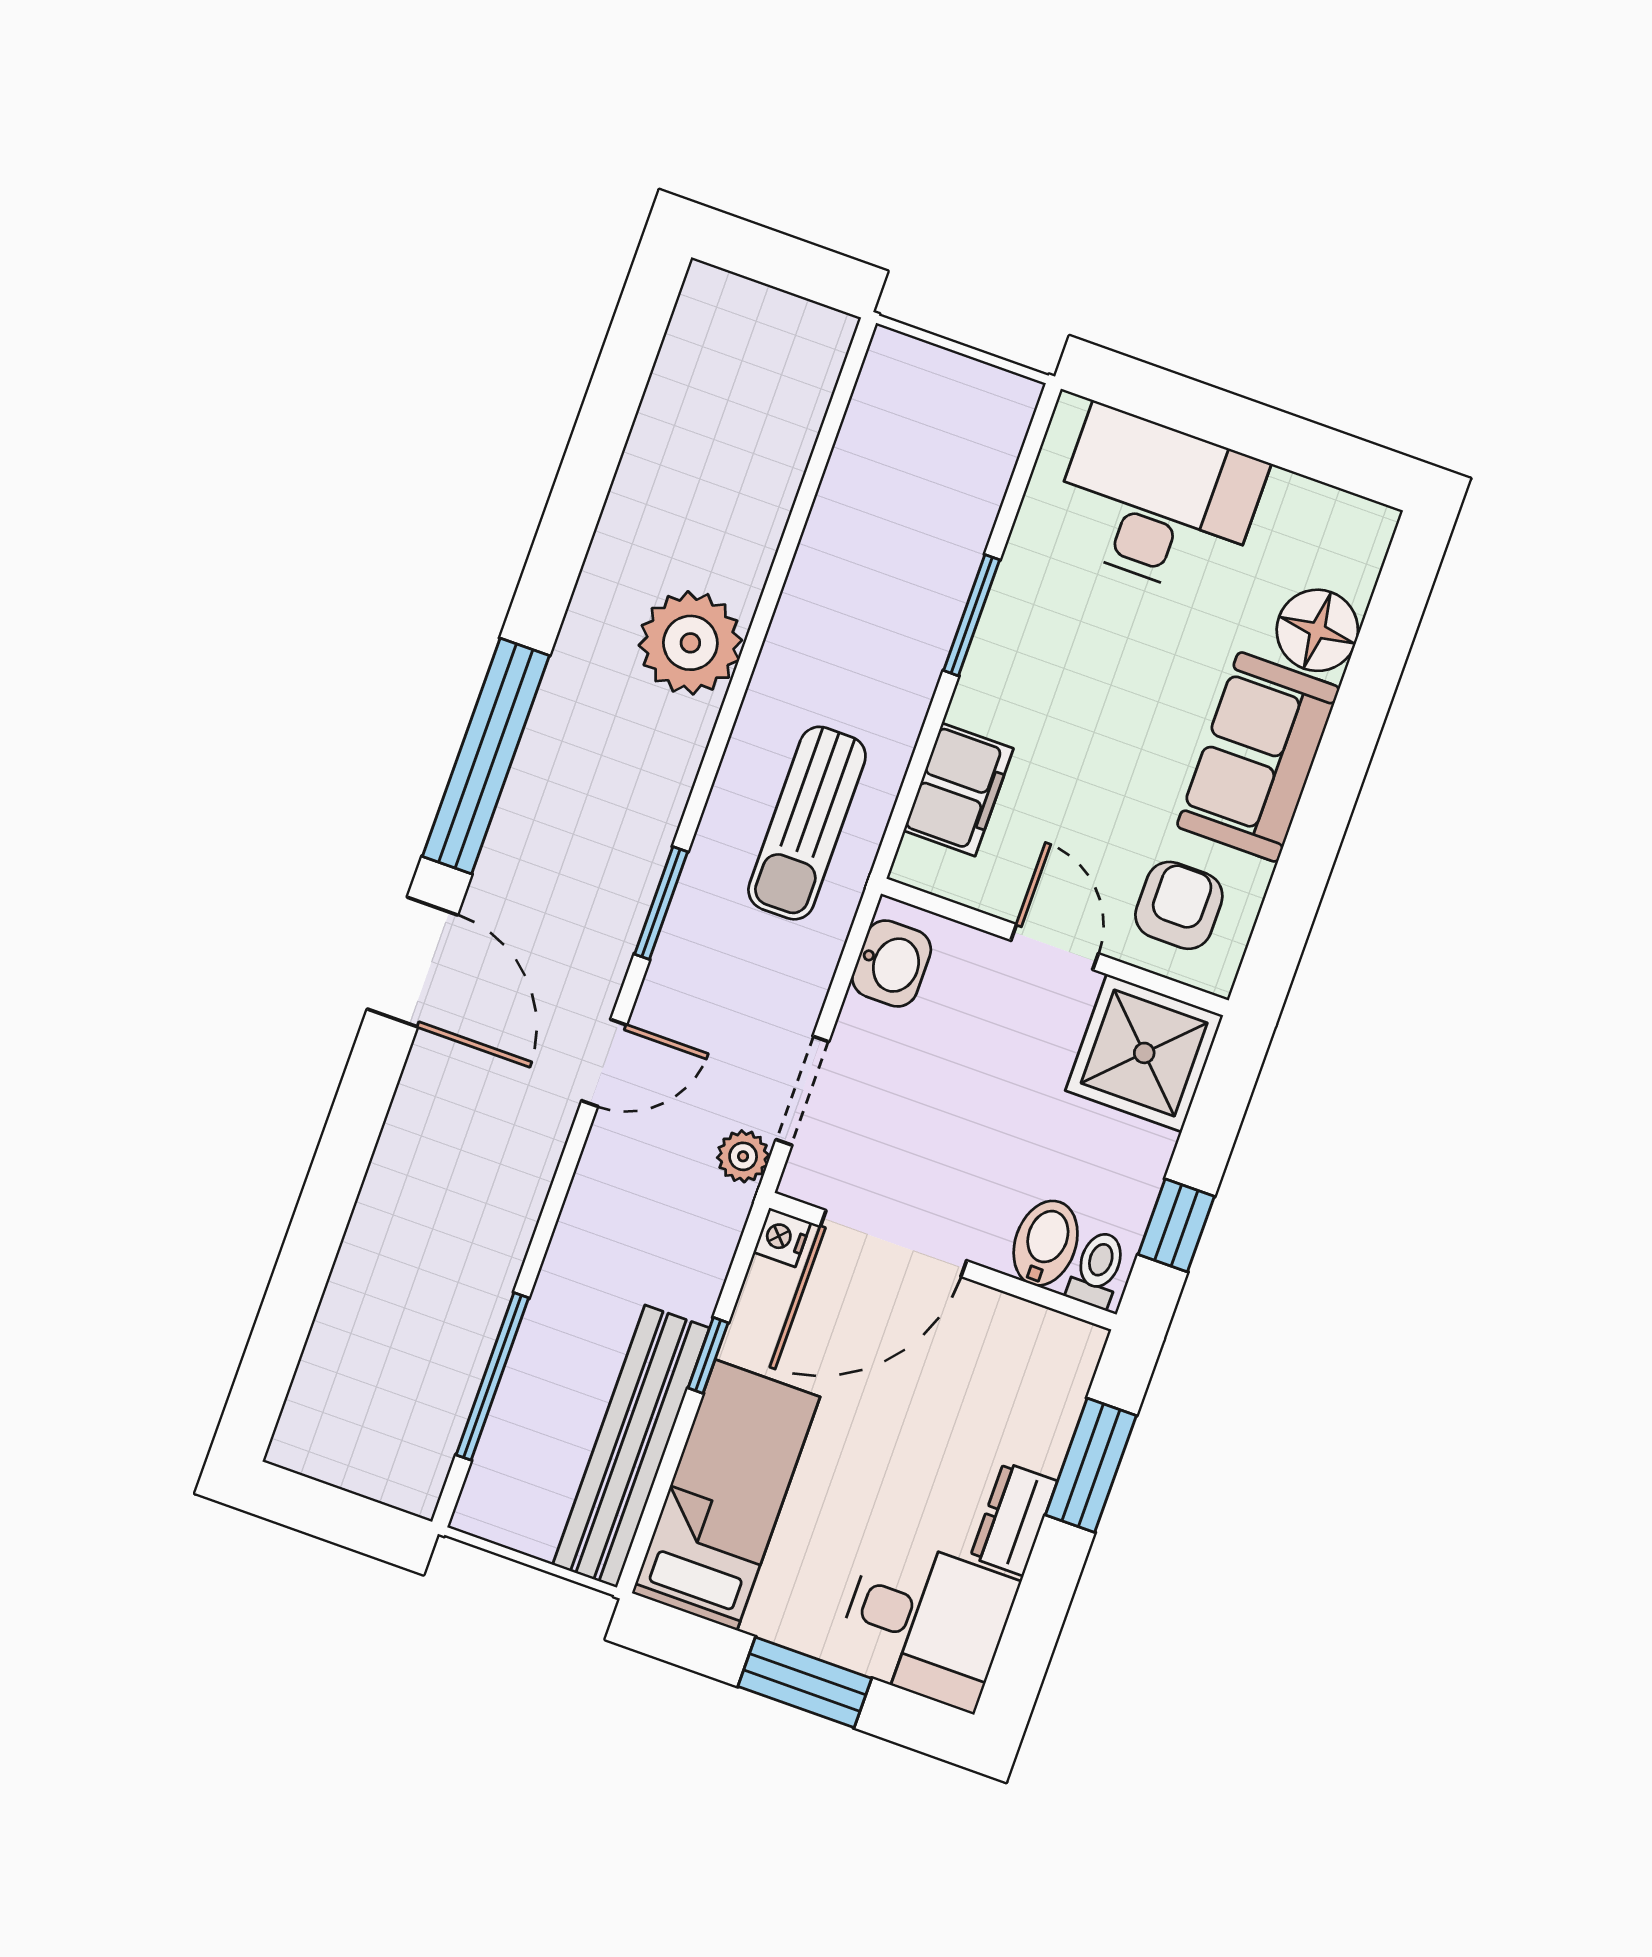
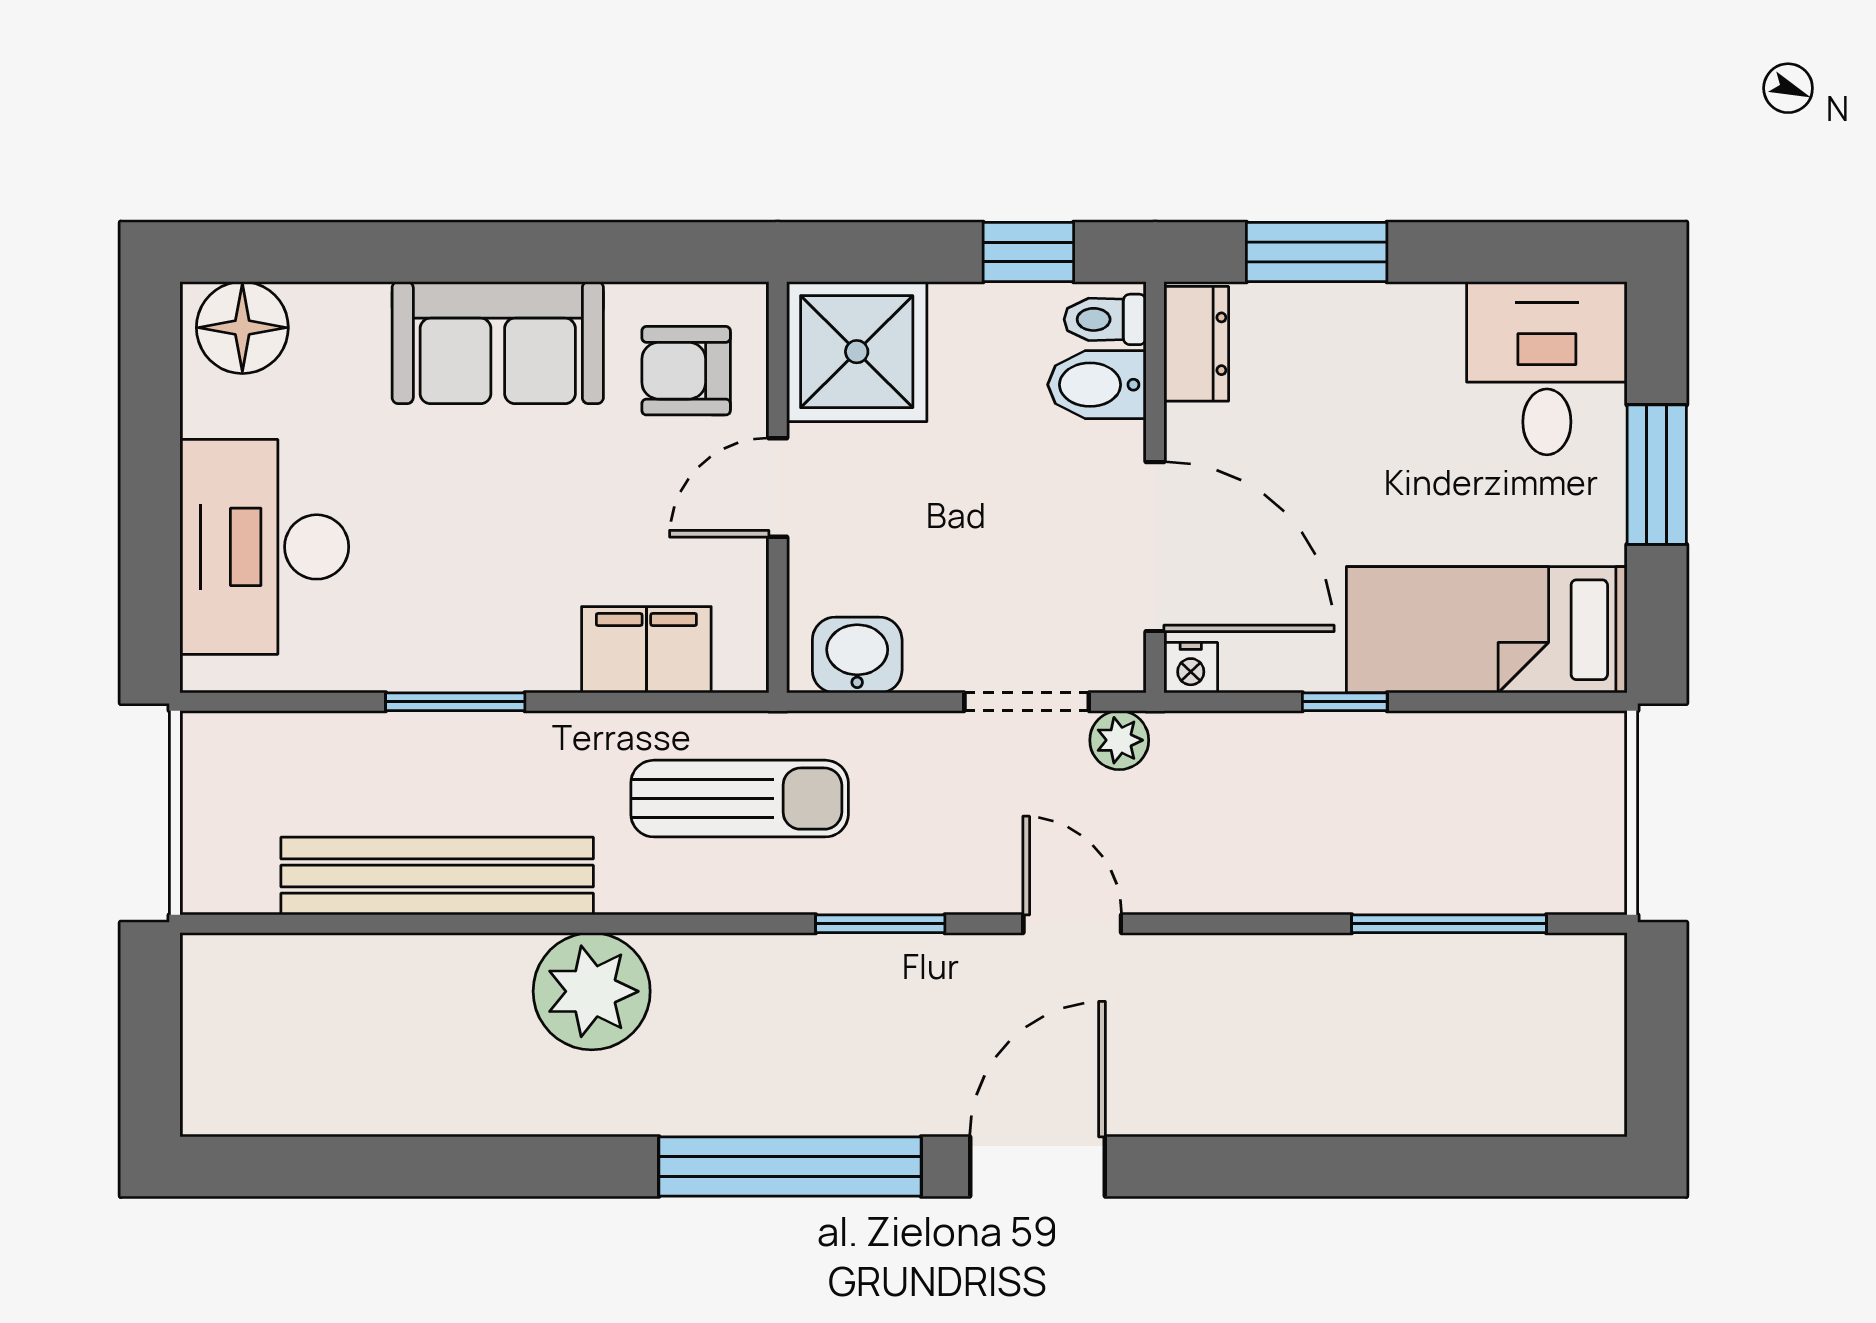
floor lamp: (1317, 630) -> (242, 328), moved
bench: (631, 1446) -> (437, 876), moved
dresser: (1014, 1519) -> (1196, 344), moved, turned -90

